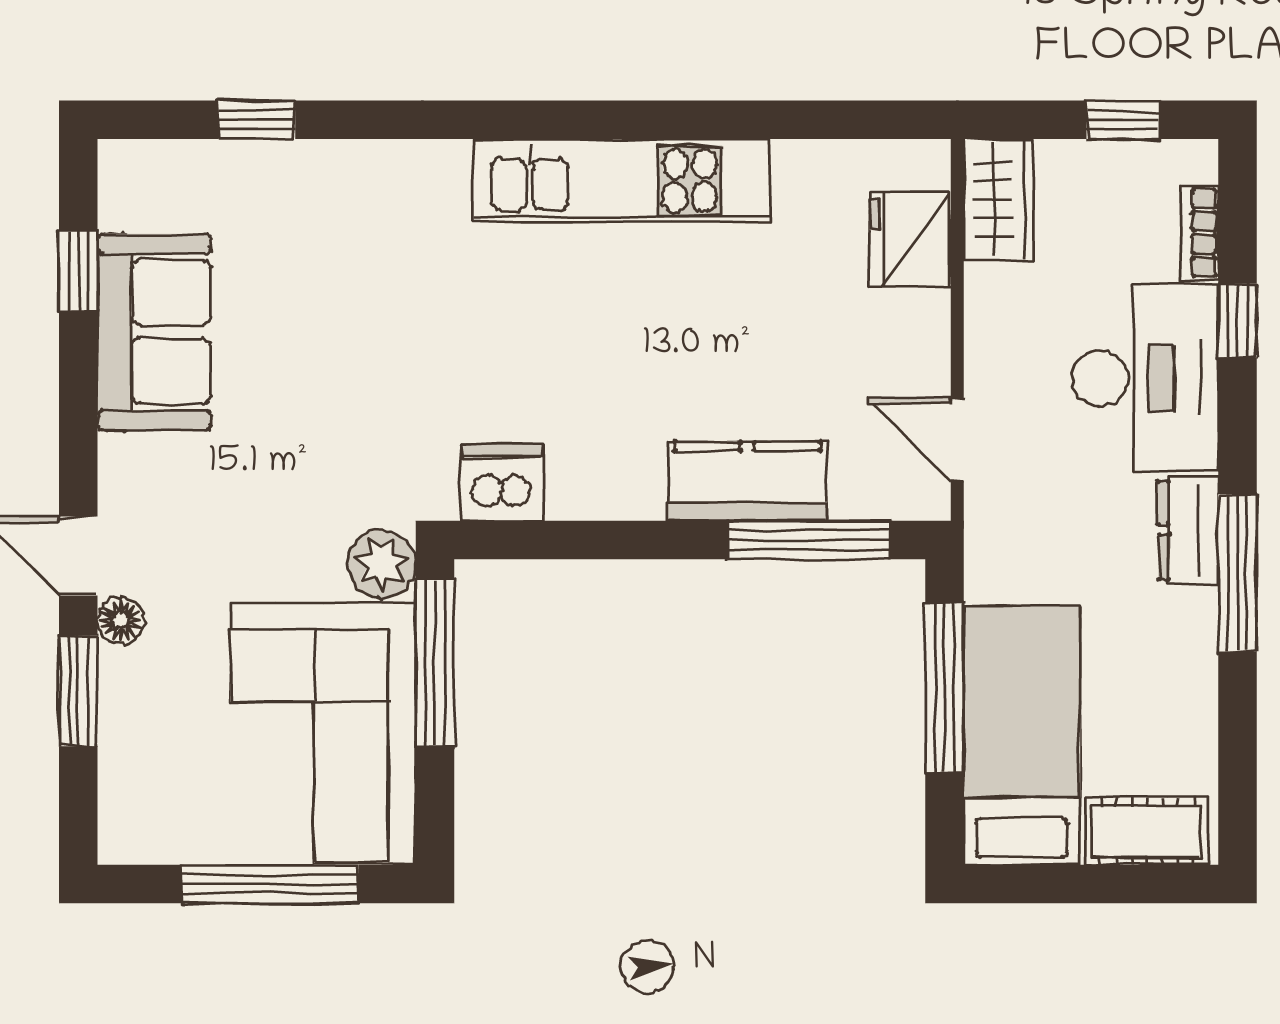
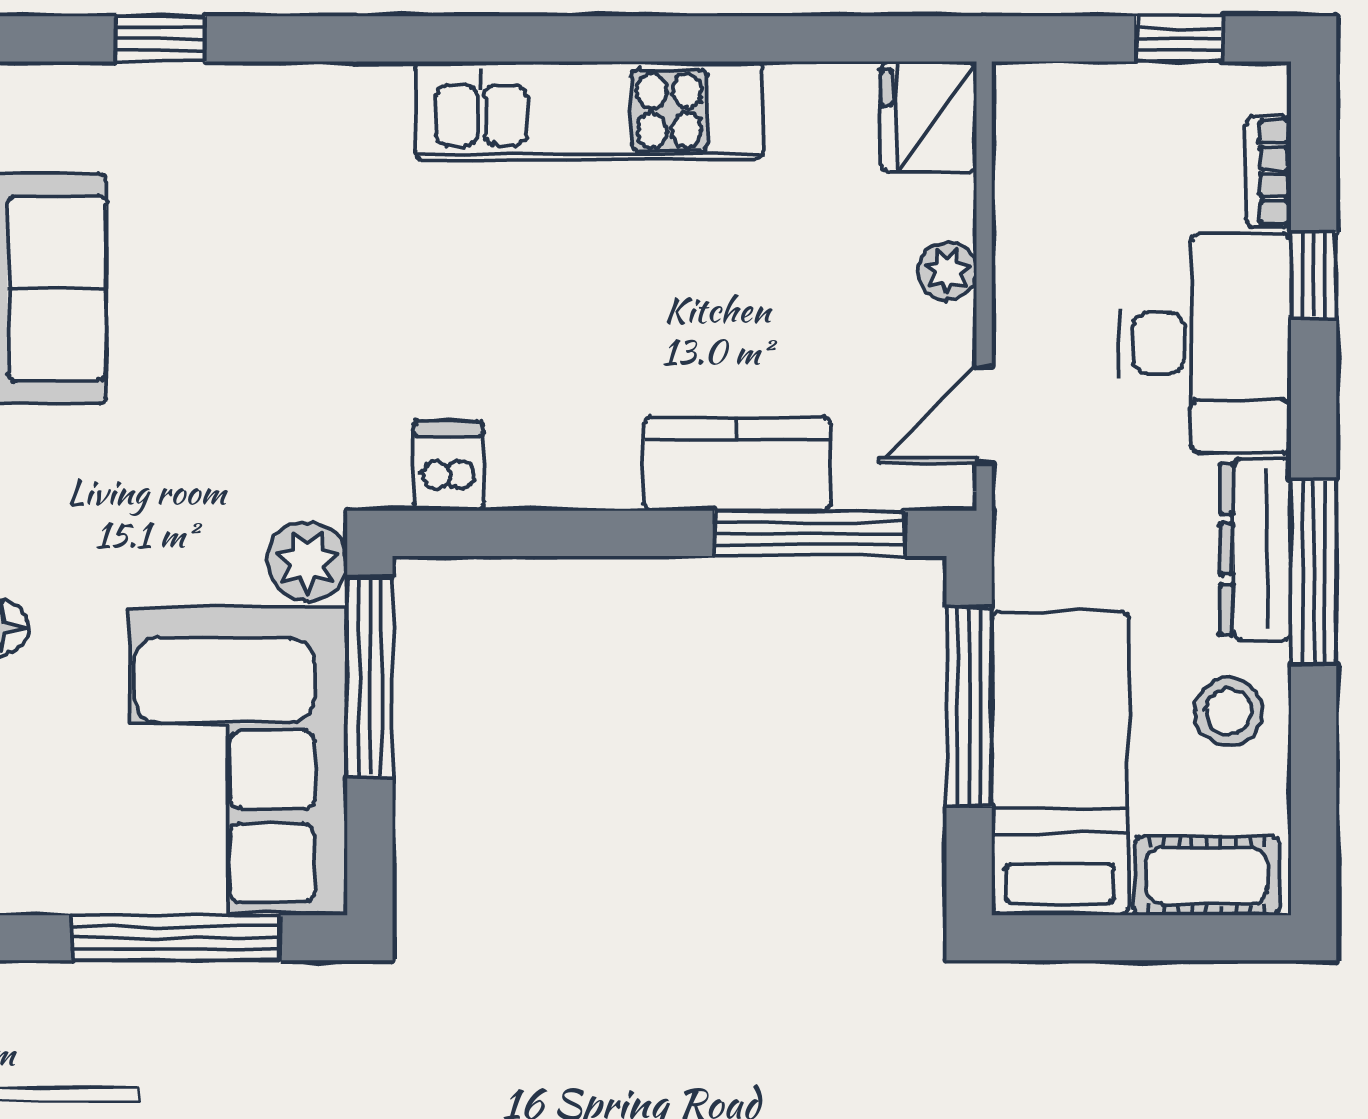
wardrobe: (999, 199) -> (1033, 133), removed
fridge: (910, 240) -> (929, 117), moved
plant: (926, 317) -> (947, 271), added
door: (957, 439) -> (984, 415), hinge flipped
dishwasher: (502, 483) -> (449, 466), width x0.73
dresser: (1188, 530) -> (1256, 549), width x1.44
stool: (1165, 692) -> (1229, 712), added

